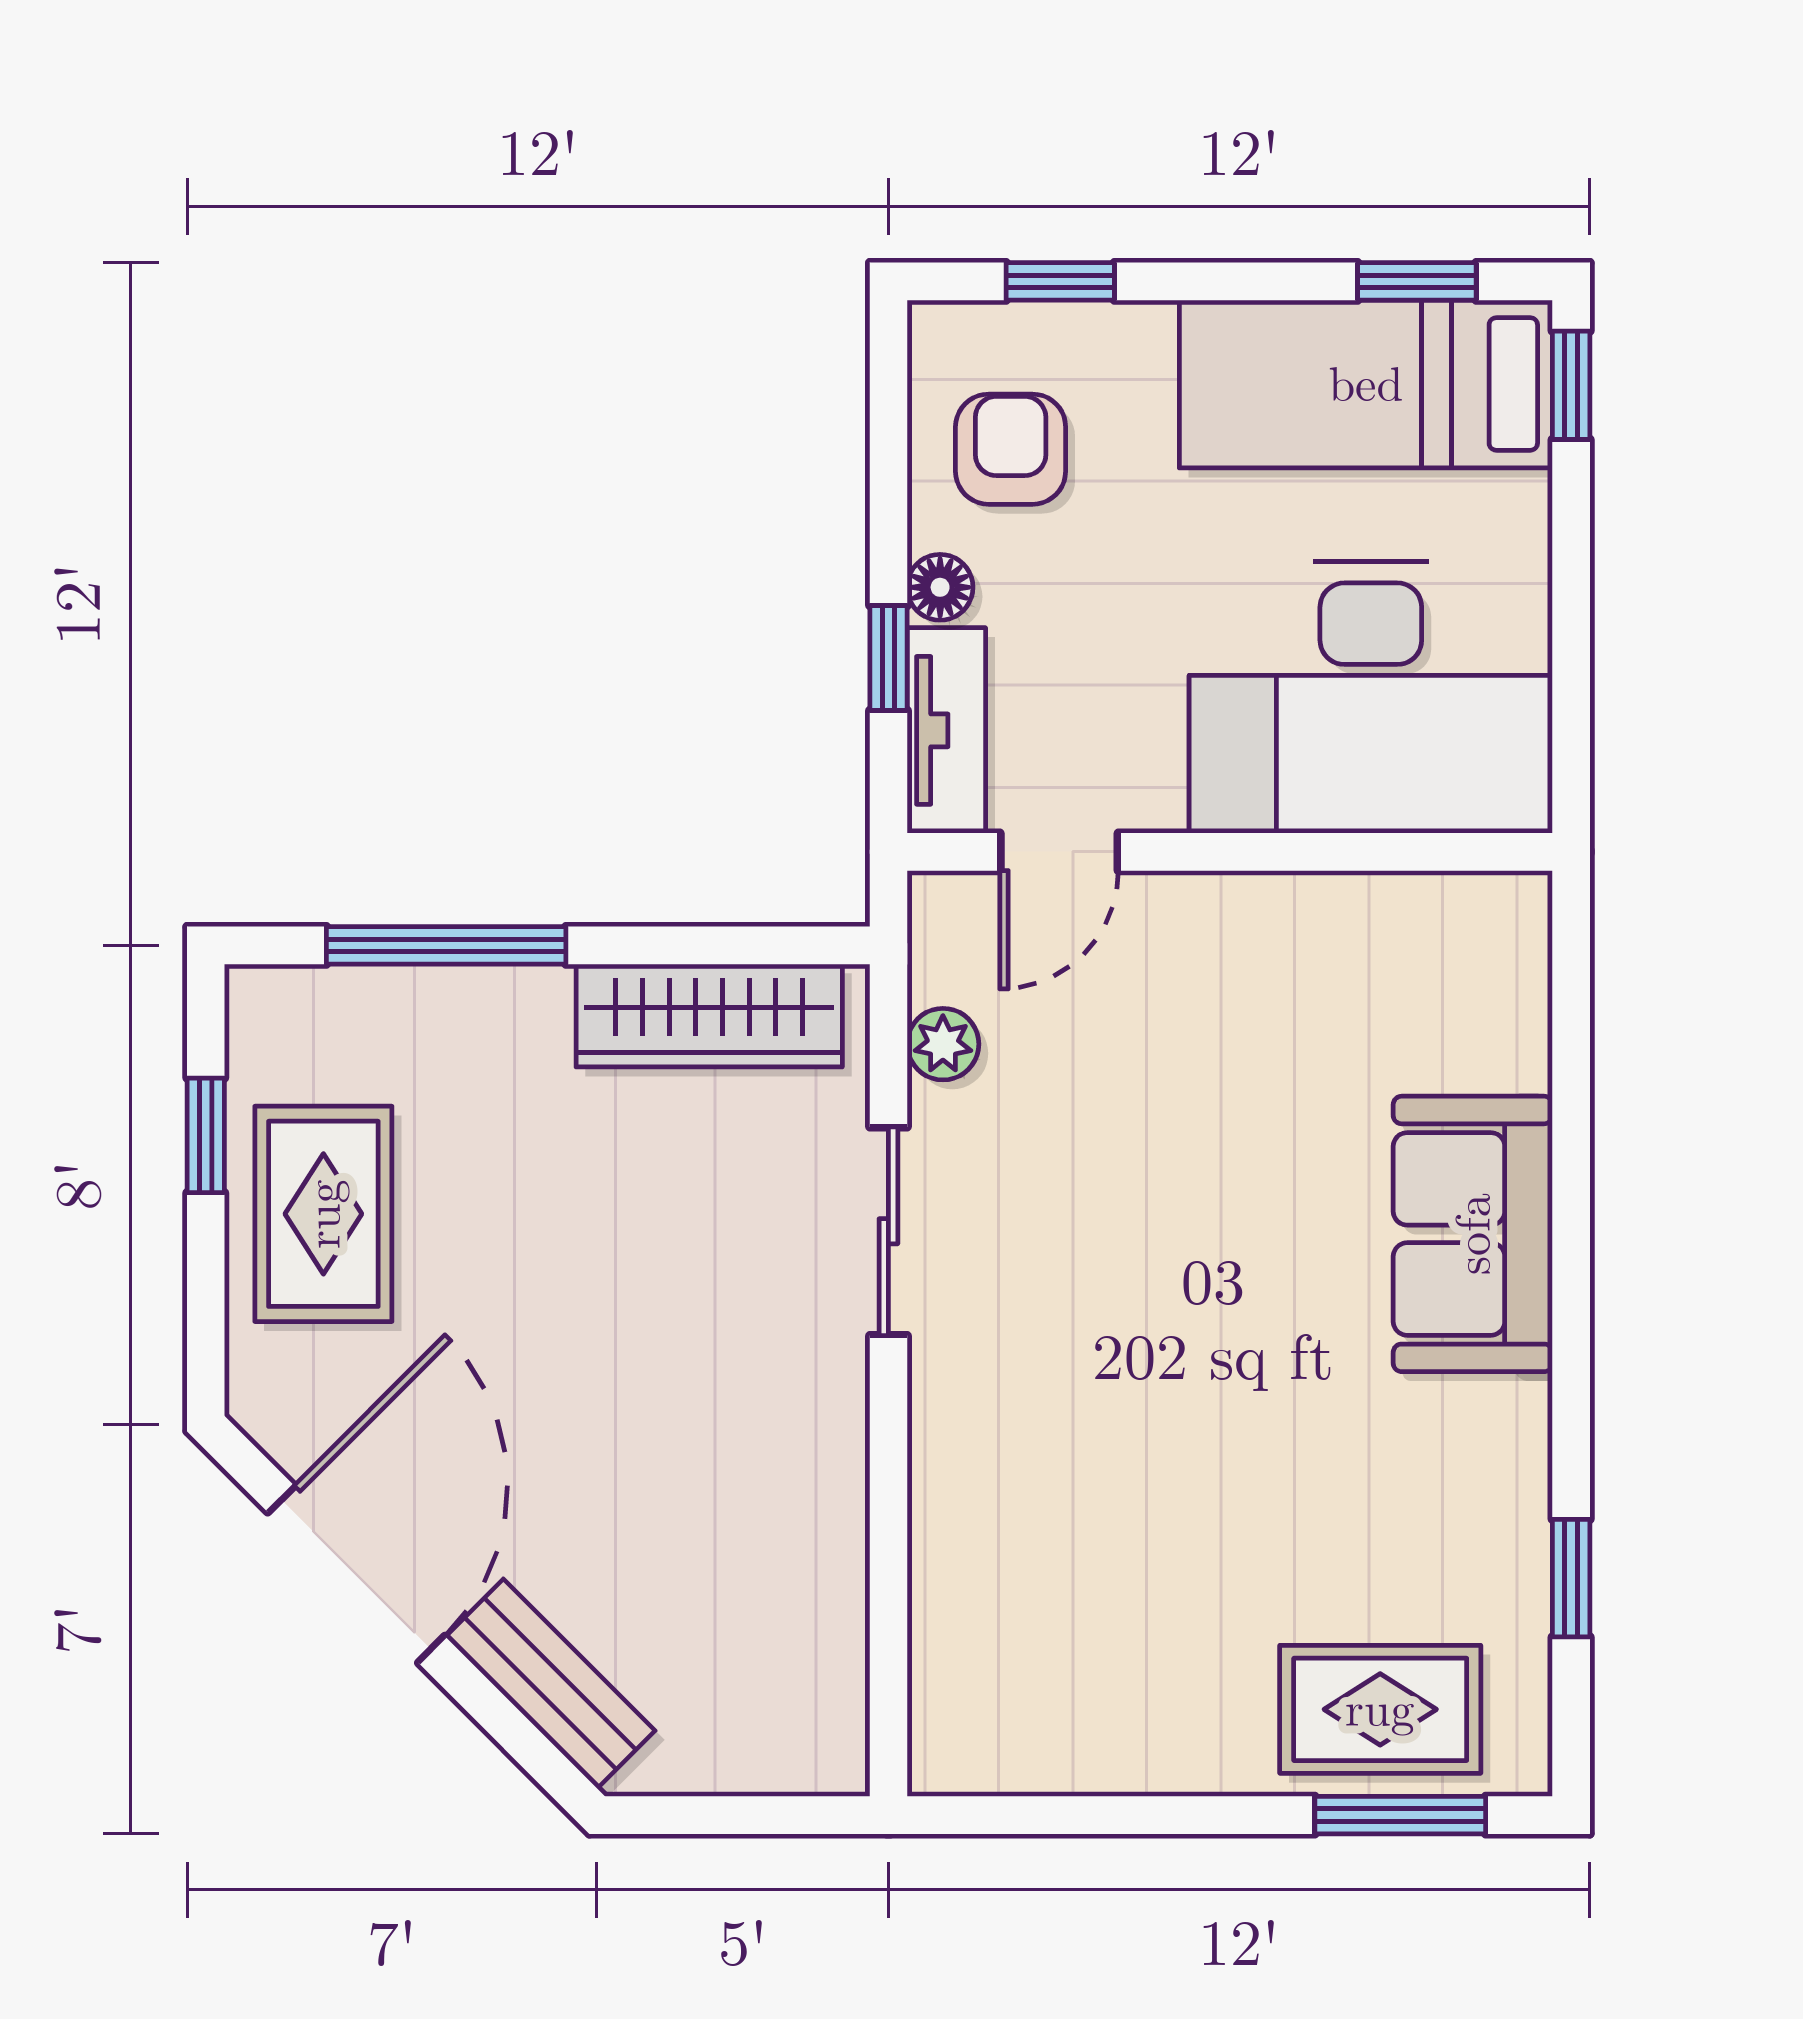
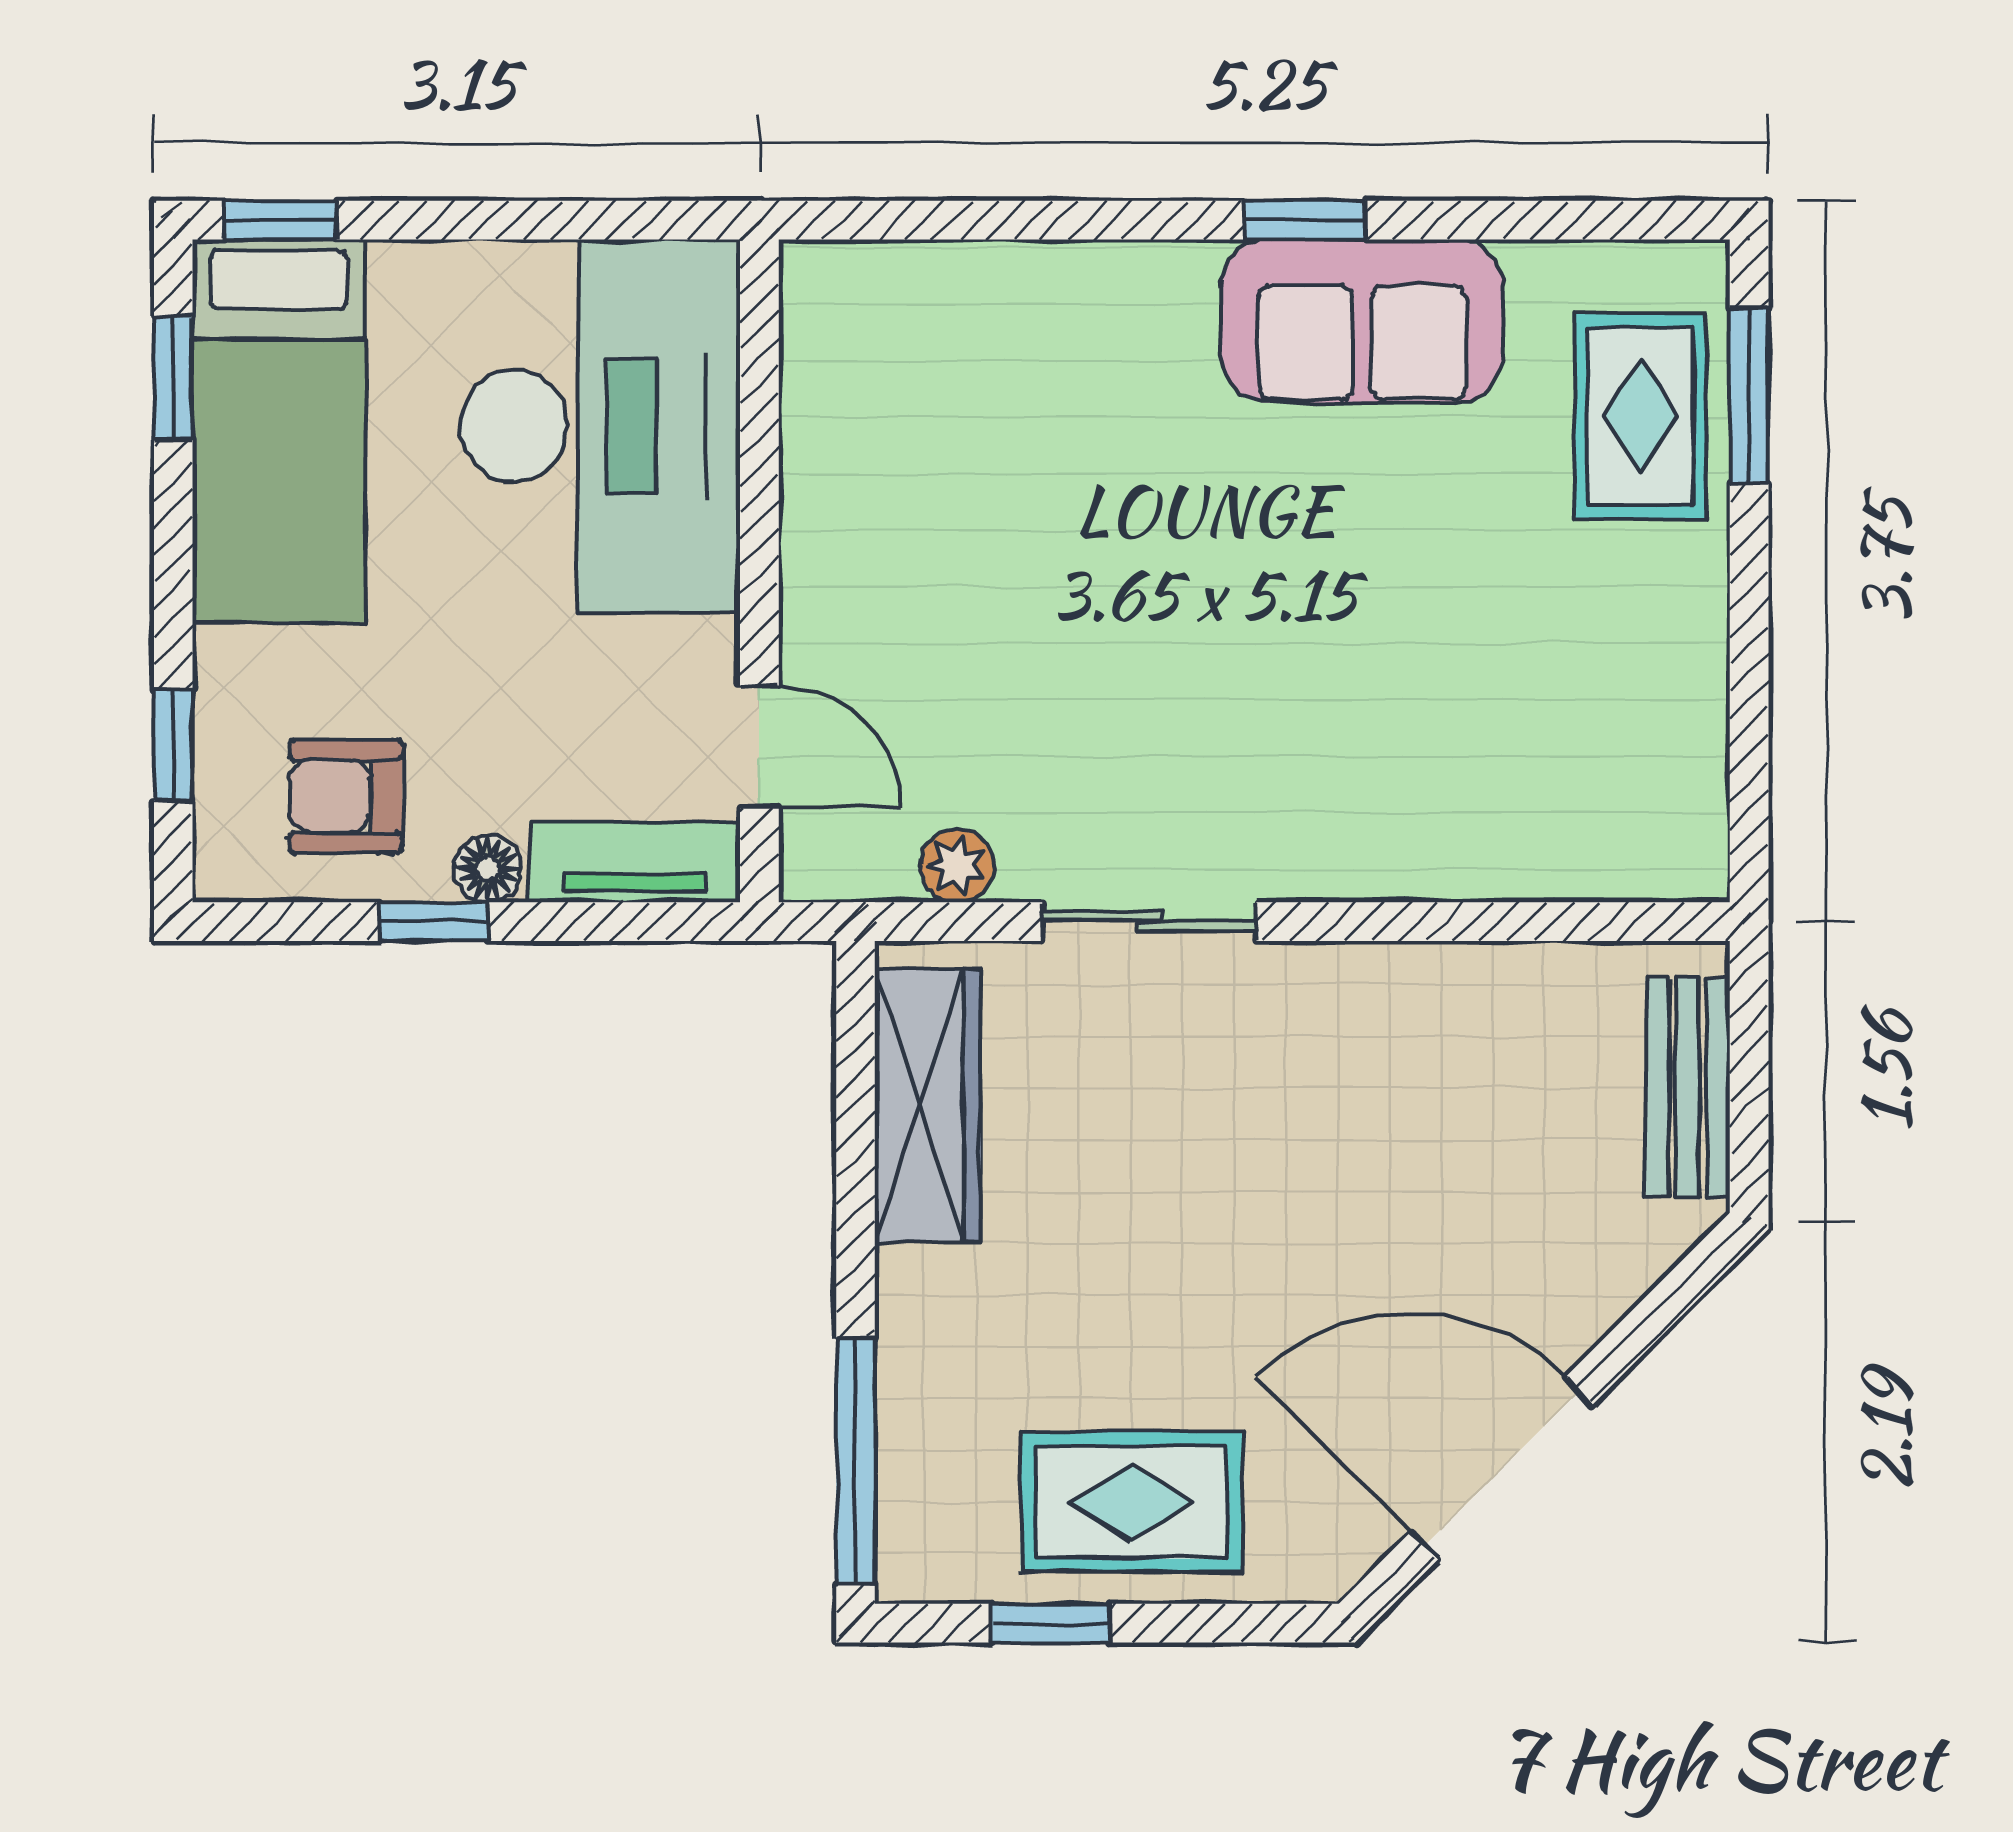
window: (888, 658) -> (434, 922), moved
window: (446, 945) -> (856, 1461), moved
sofa: (1473, 1234) -> (1362, 321), moved
window: (1571, 1578) -> (1305, 220), moved
bench: (550, 1684) -> (1688, 1087), moved, turned -45

